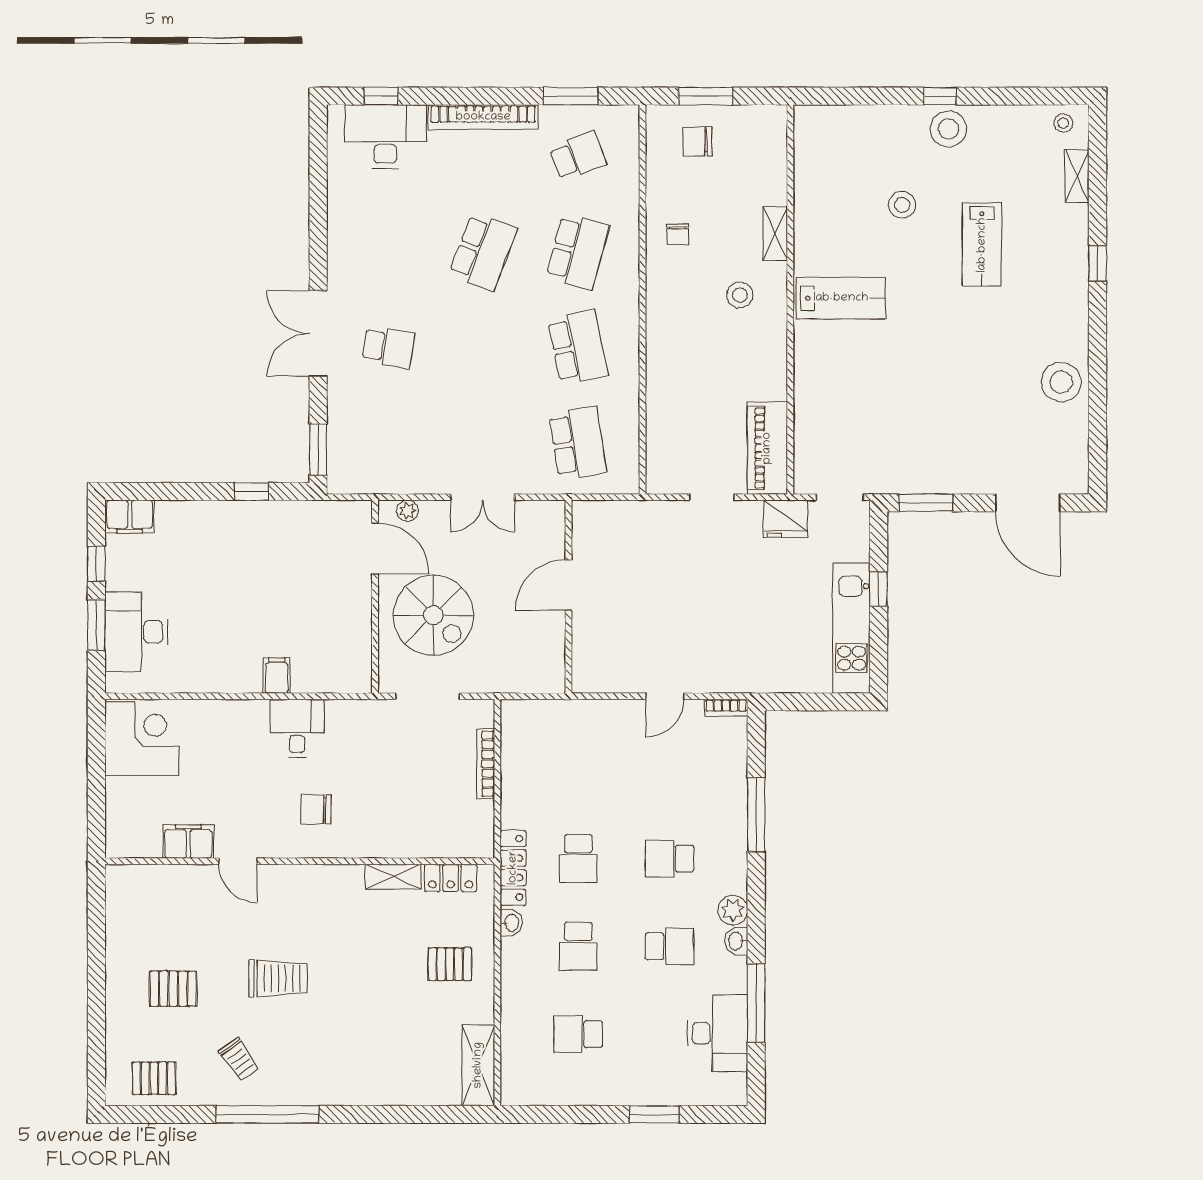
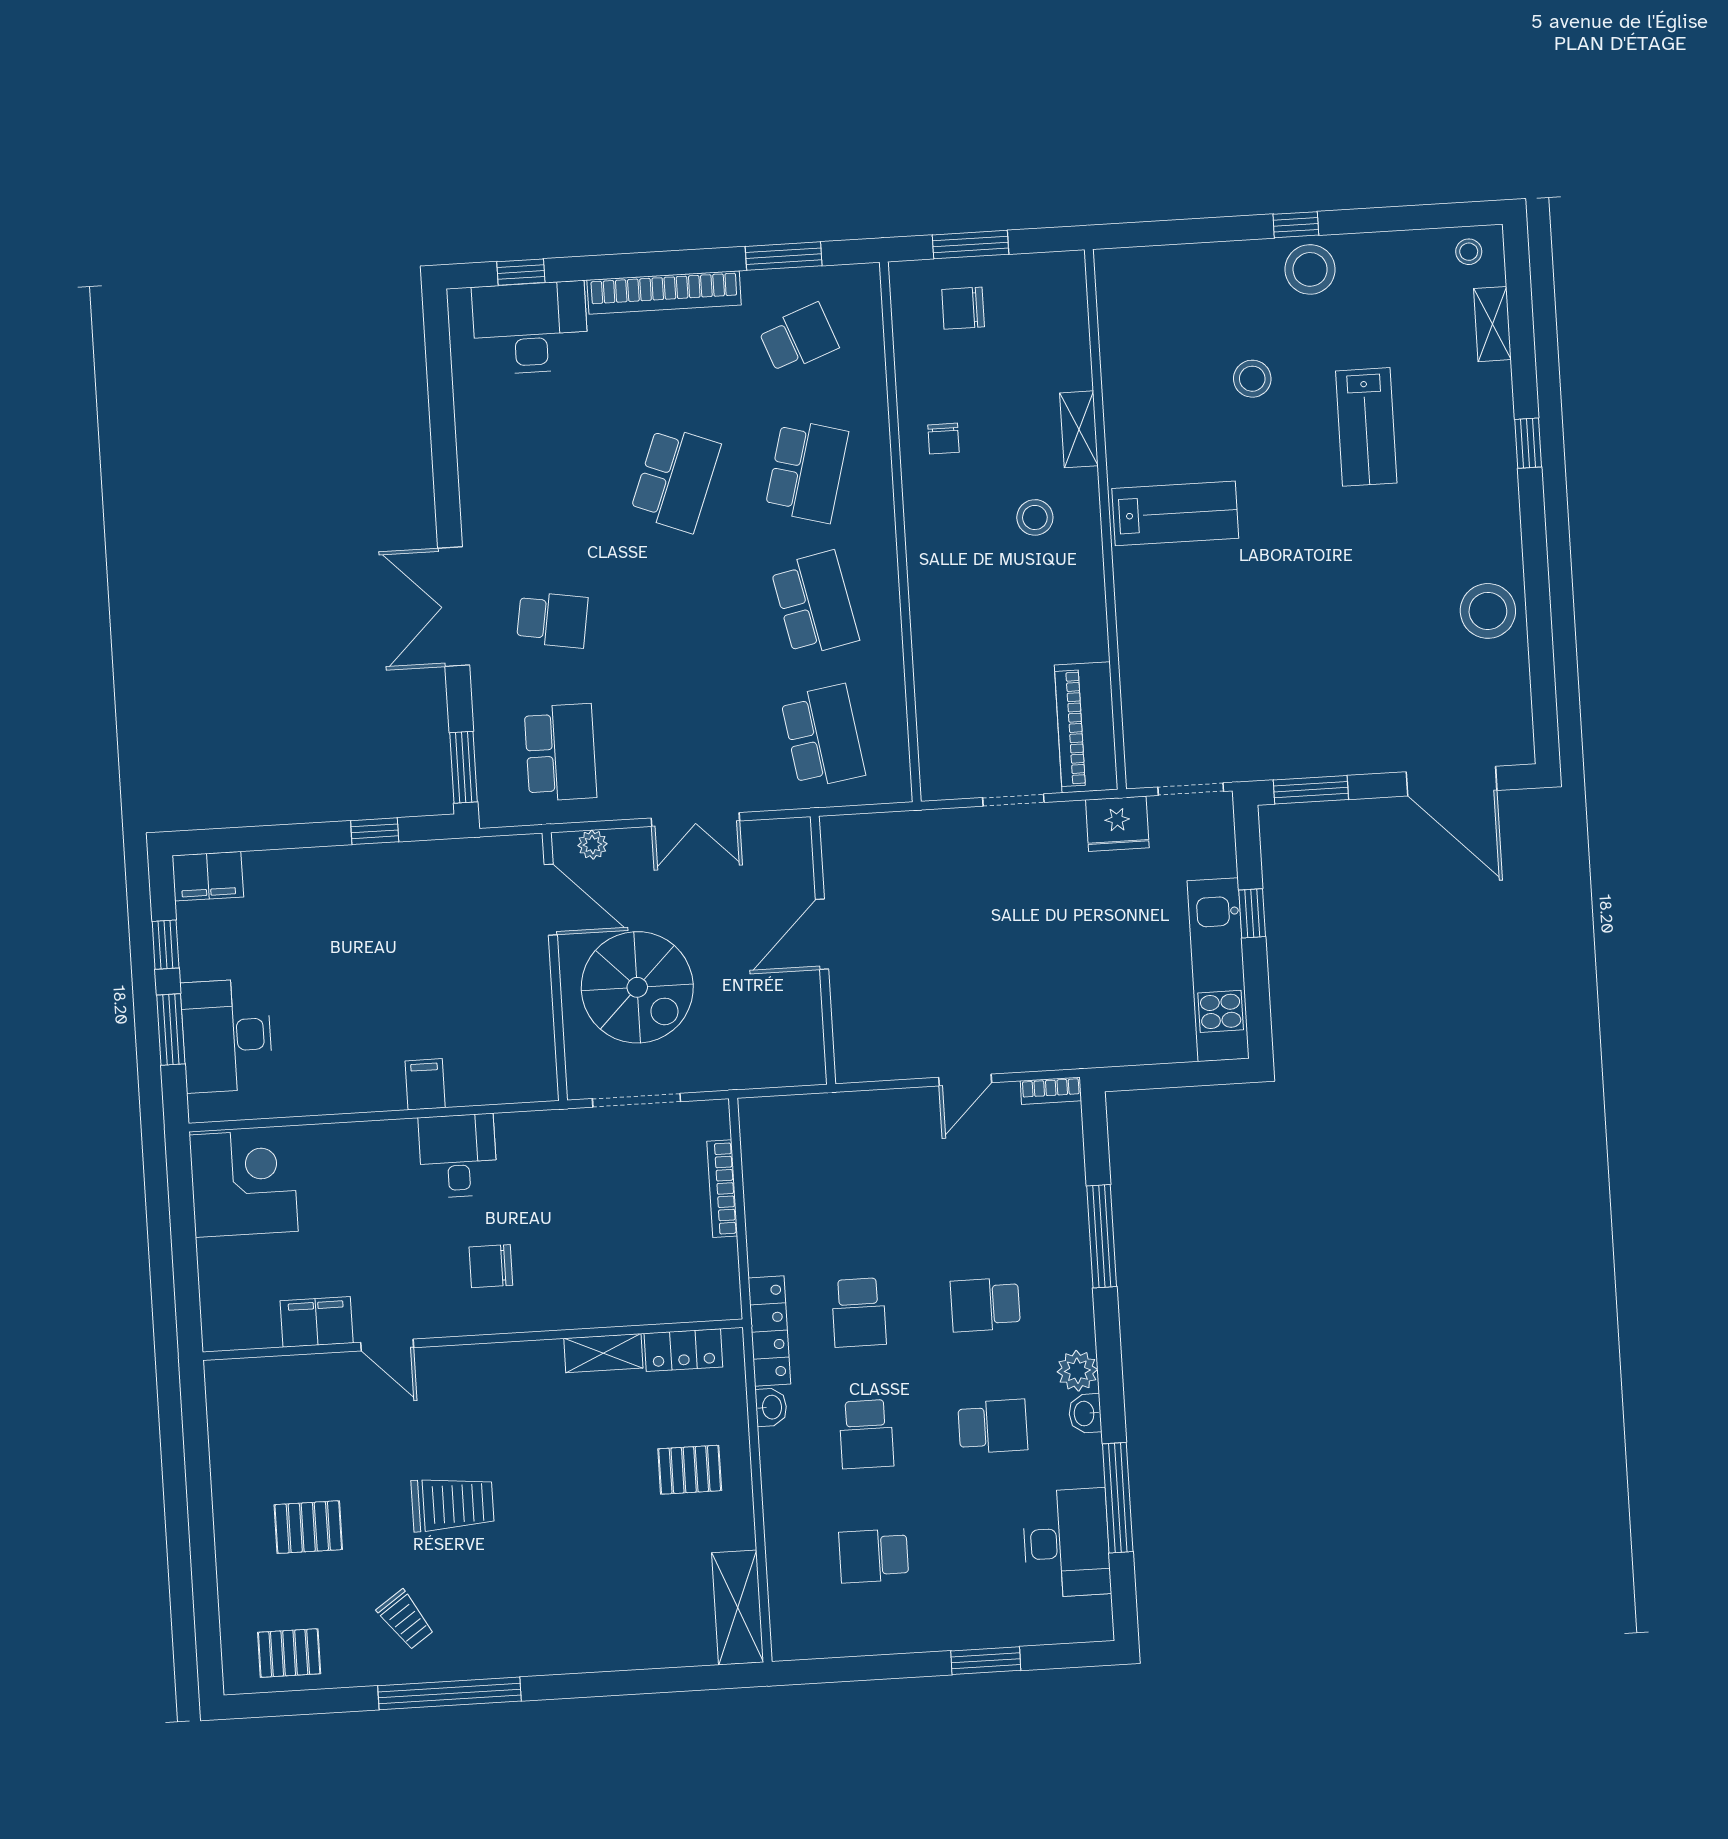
school desk: (388, 443) -> (560, 752), added

